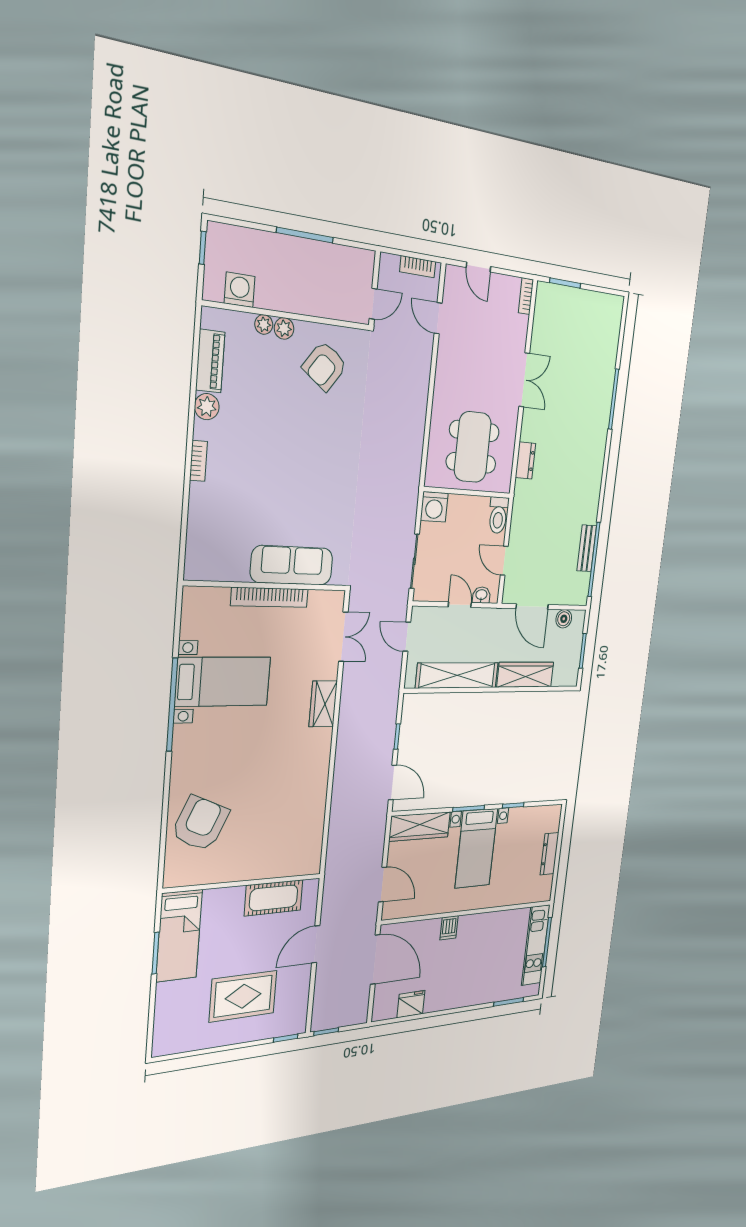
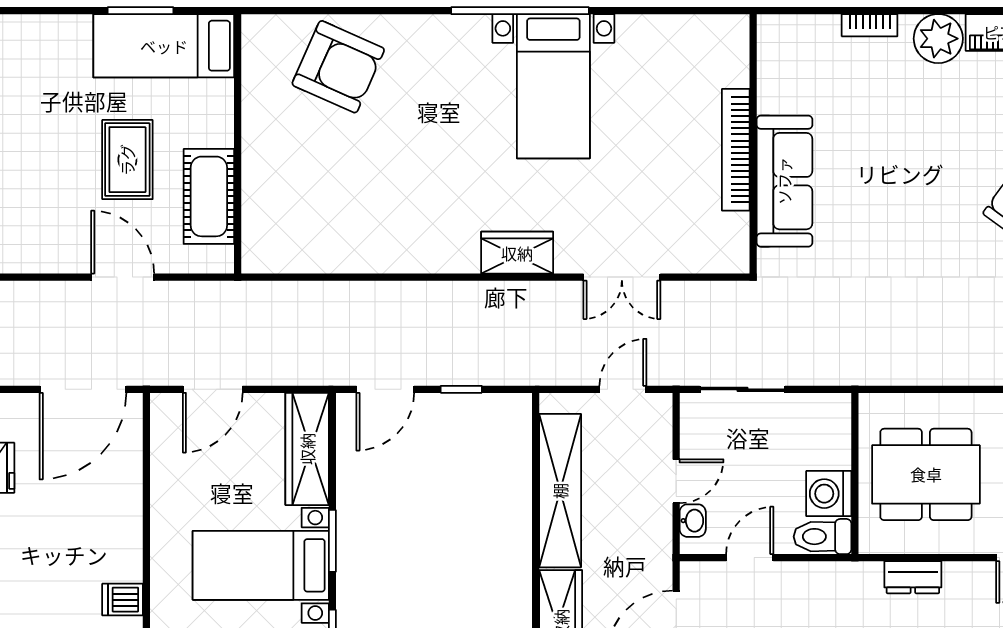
plant: (207, 407) -> (938, 39), width x1.36, depth x1.36
washing machine: (434, 507) -> (829, 494), moved
sofa: (292, 565) -> (784, 181), moved
wall: (267, 586) -> (753, 144), moved
bookcase: (270, 597) -> (736, 150), moved
dishwasher: (449, 928) -> (123, 600), moved
rug: (243, 996) -> (127, 160), moved, width x0.73, depth x0.70

